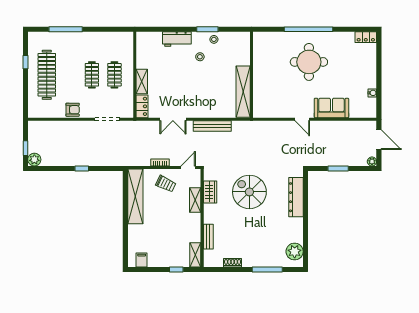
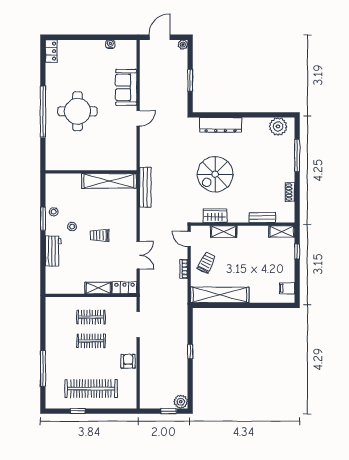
trolley: (191, 83) -> (99, 235), added
bench: (212, 126) -> (145, 187), moved

